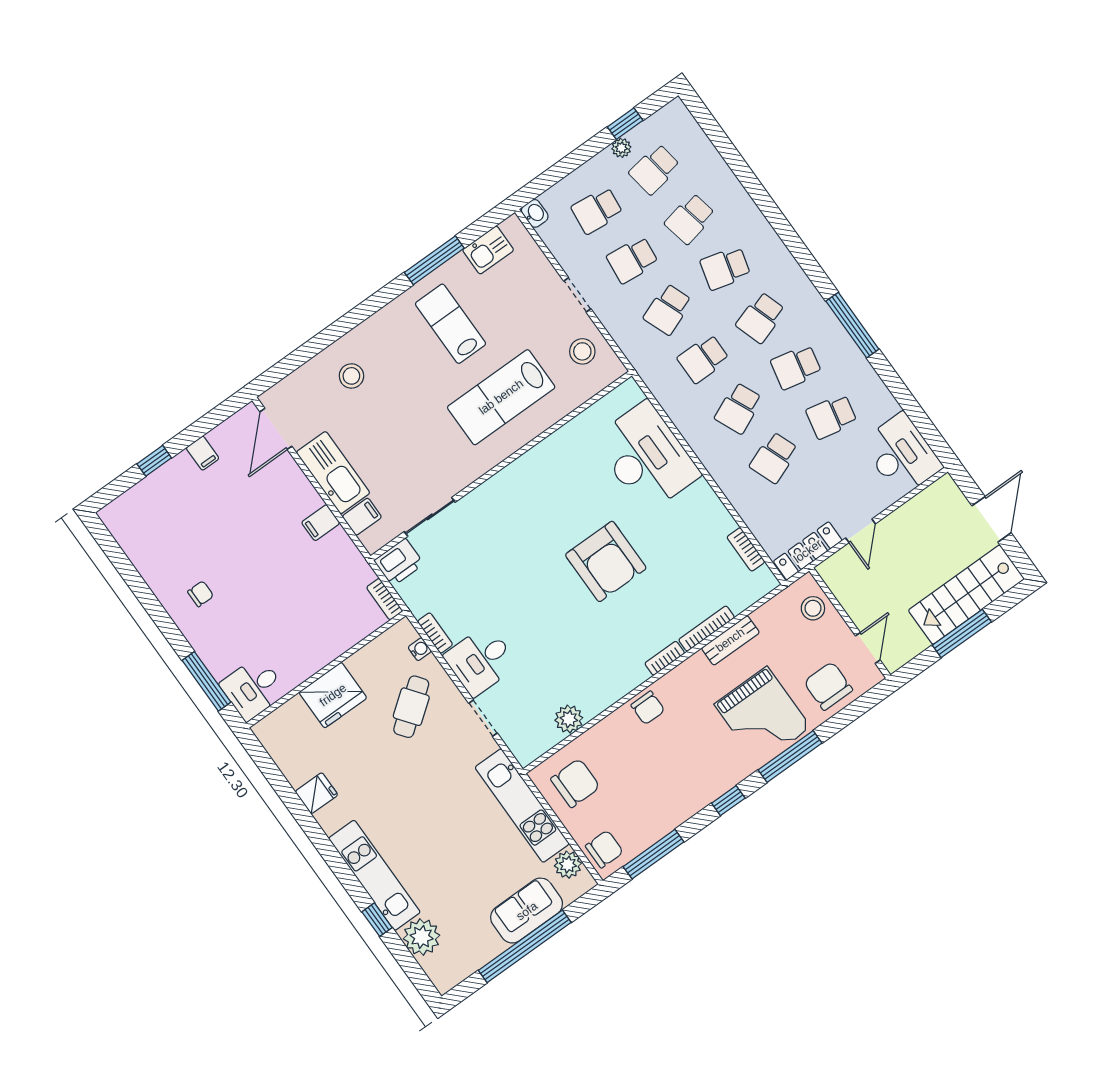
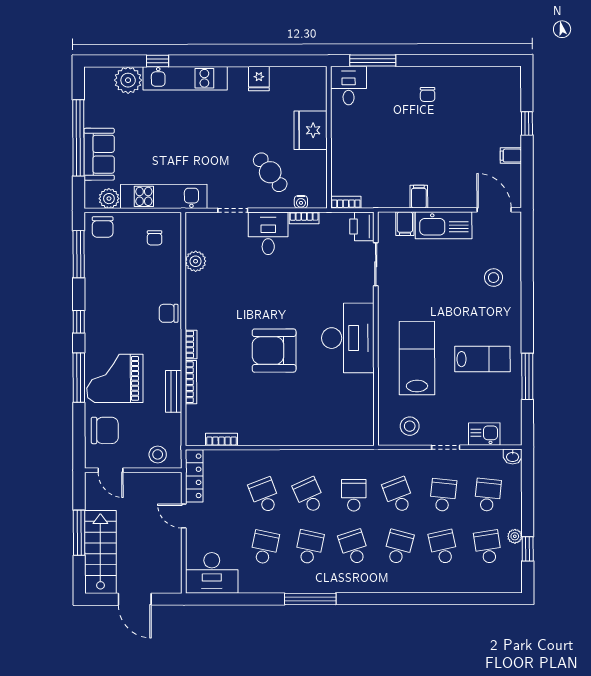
kitchen sink: (488, 250) -> (484, 434), moved, turned 90
desk: (646, 457) -> (348, 338), moved, turned -90
chair: (575, 783) -> (155, 238), width x0.54, depth x0.54

